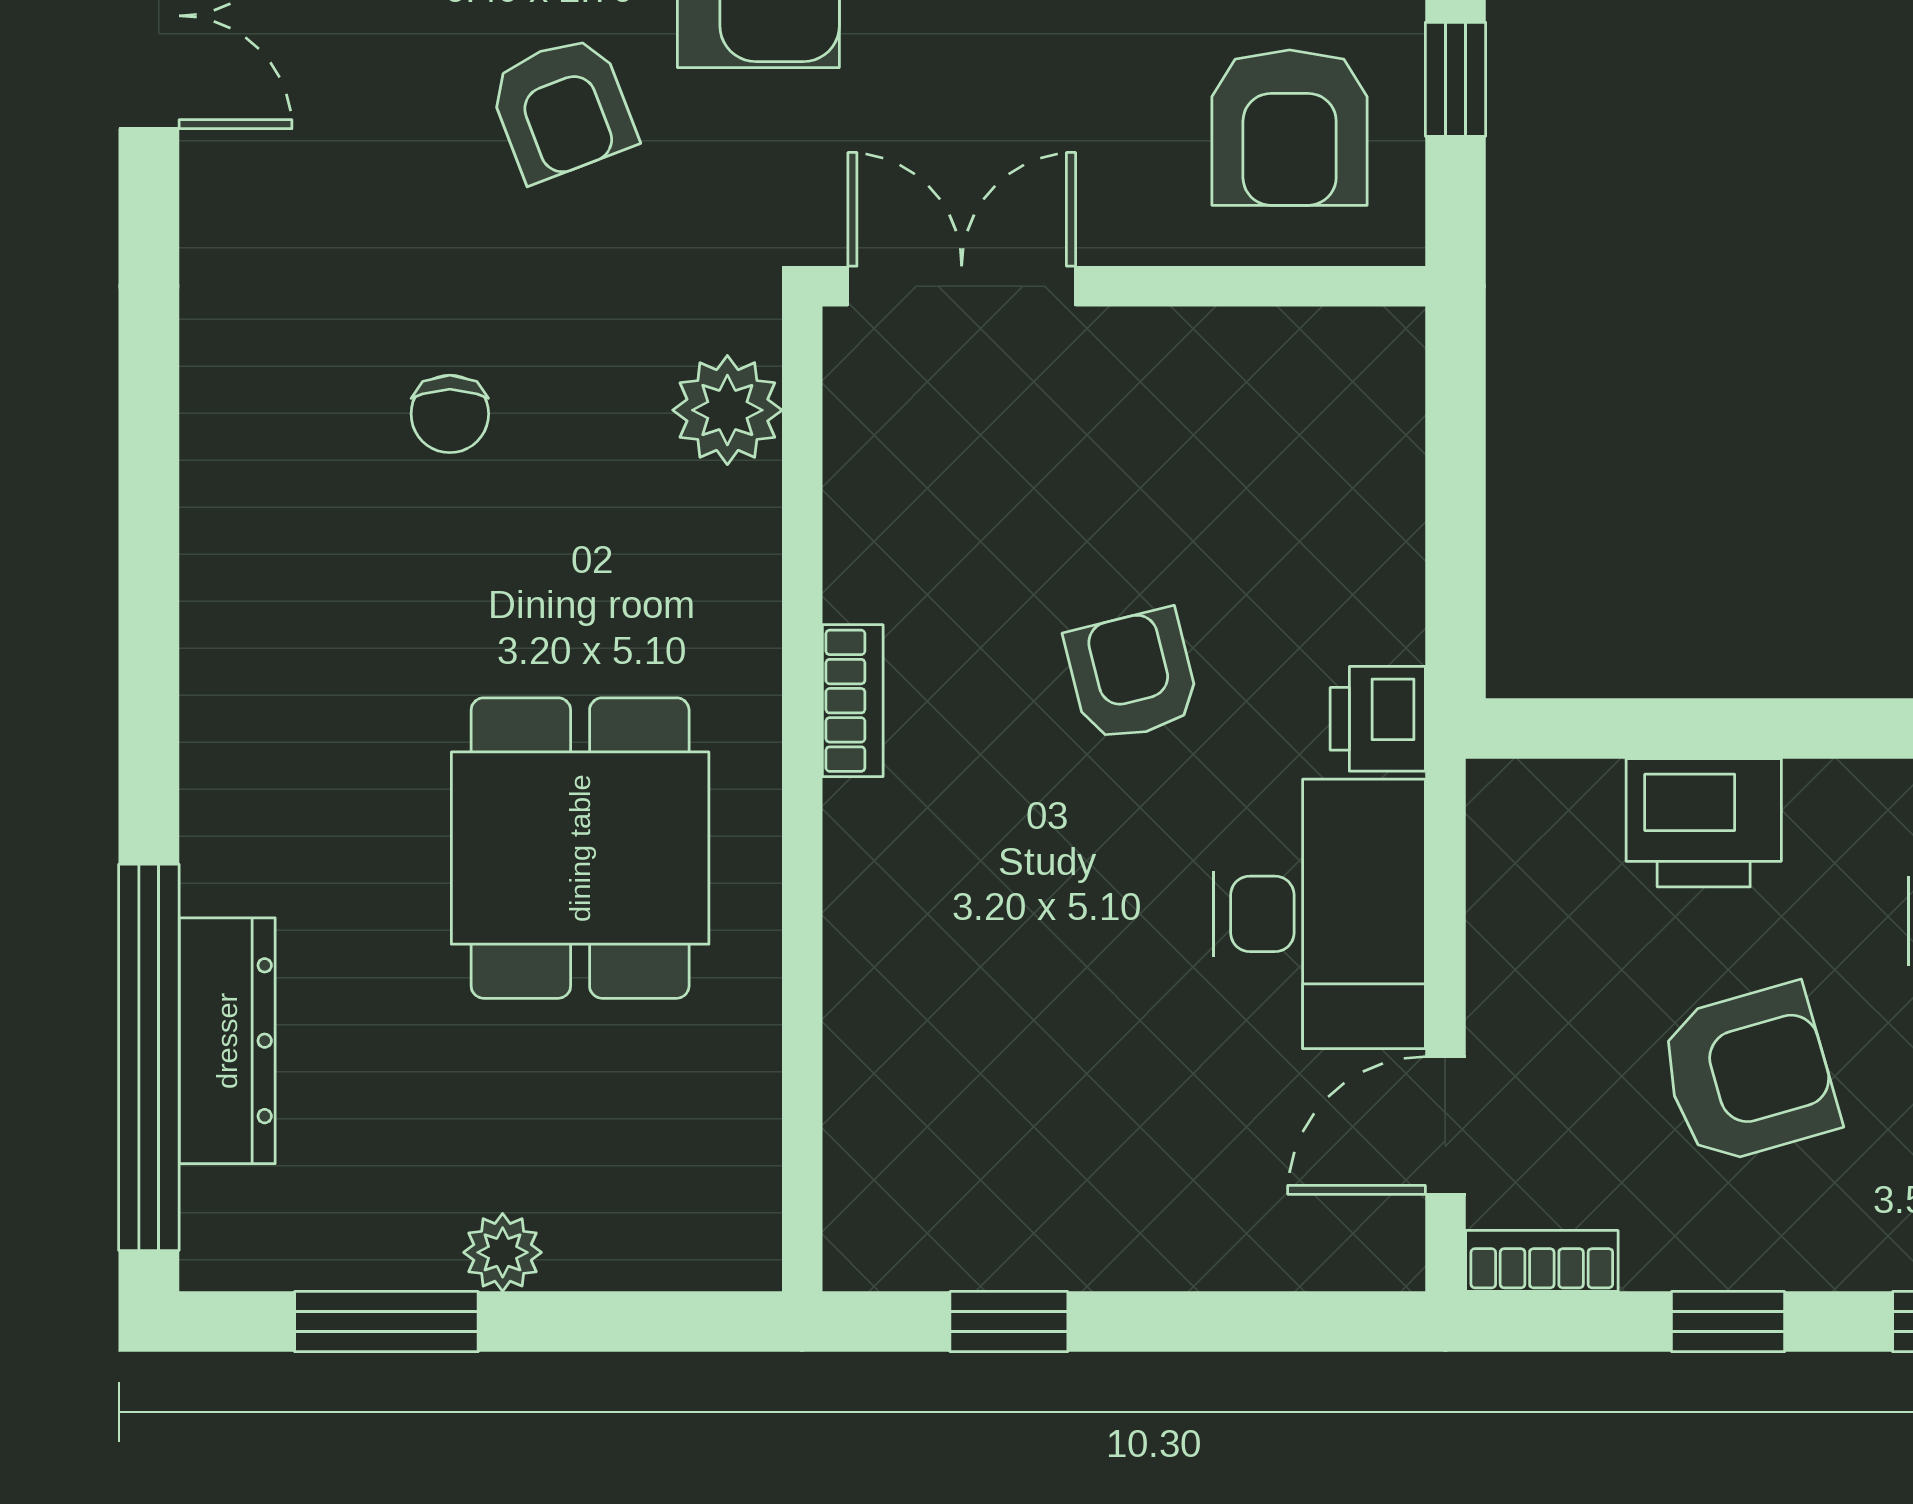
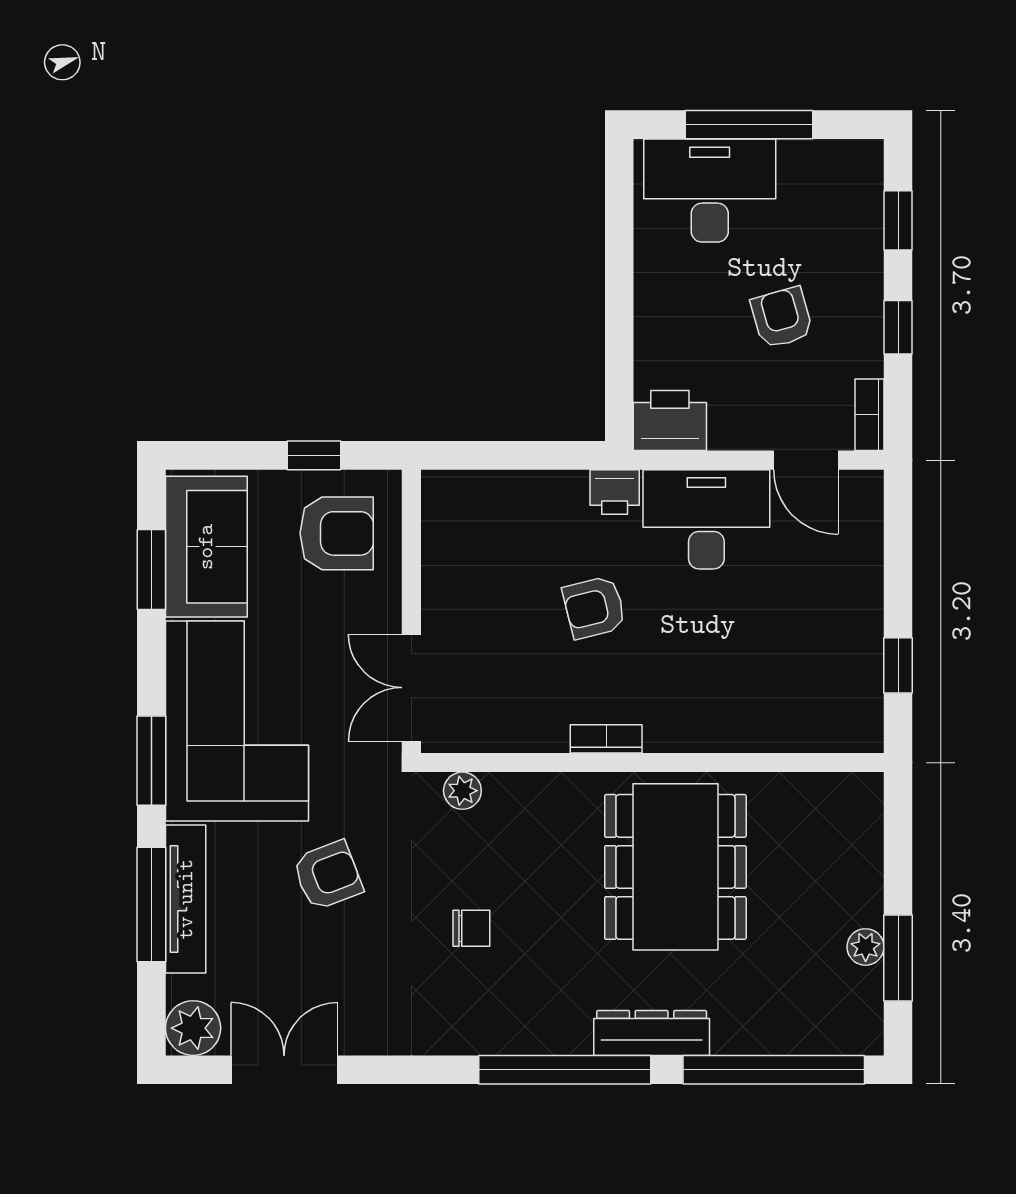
plant: (727, 410) -> (462, 791), width x0.73, depth x0.73
window: (149, 613) -> (565, 1070), added
printer: (1704, 823) -> (670, 420), moved, turned -90
dining table: (580, 848) -> (675, 867), width x1.38
dresser: (227, 1041) -> (652, 1033), moved
armchair: (1748, 1074) -> (782, 318), width x0.72, depth x0.72
plant: (503, 1252) -> (866, 947), moved

